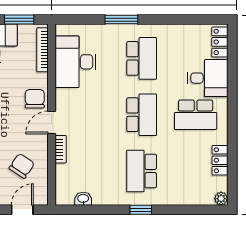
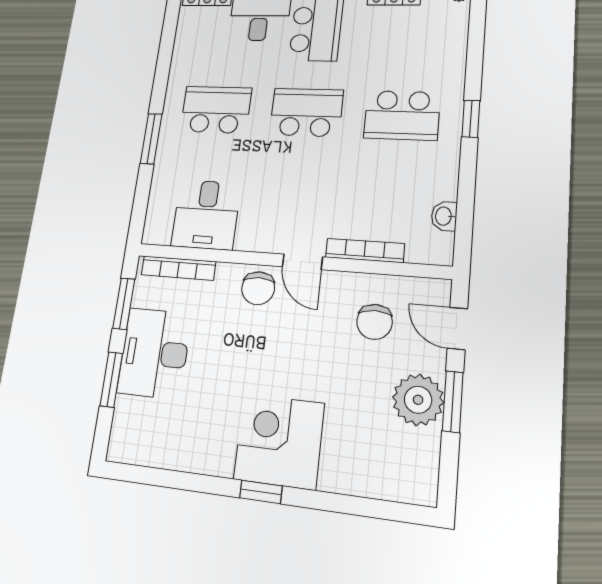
desk: (76, 62) -> (206, 215), width x0.73
chair: (35, 99) -> (258, 288), turned -90
bookcase: (61, 149) -> (365, 250), width x1.56
chair: (22, 166) -> (375, 322), turned -124

